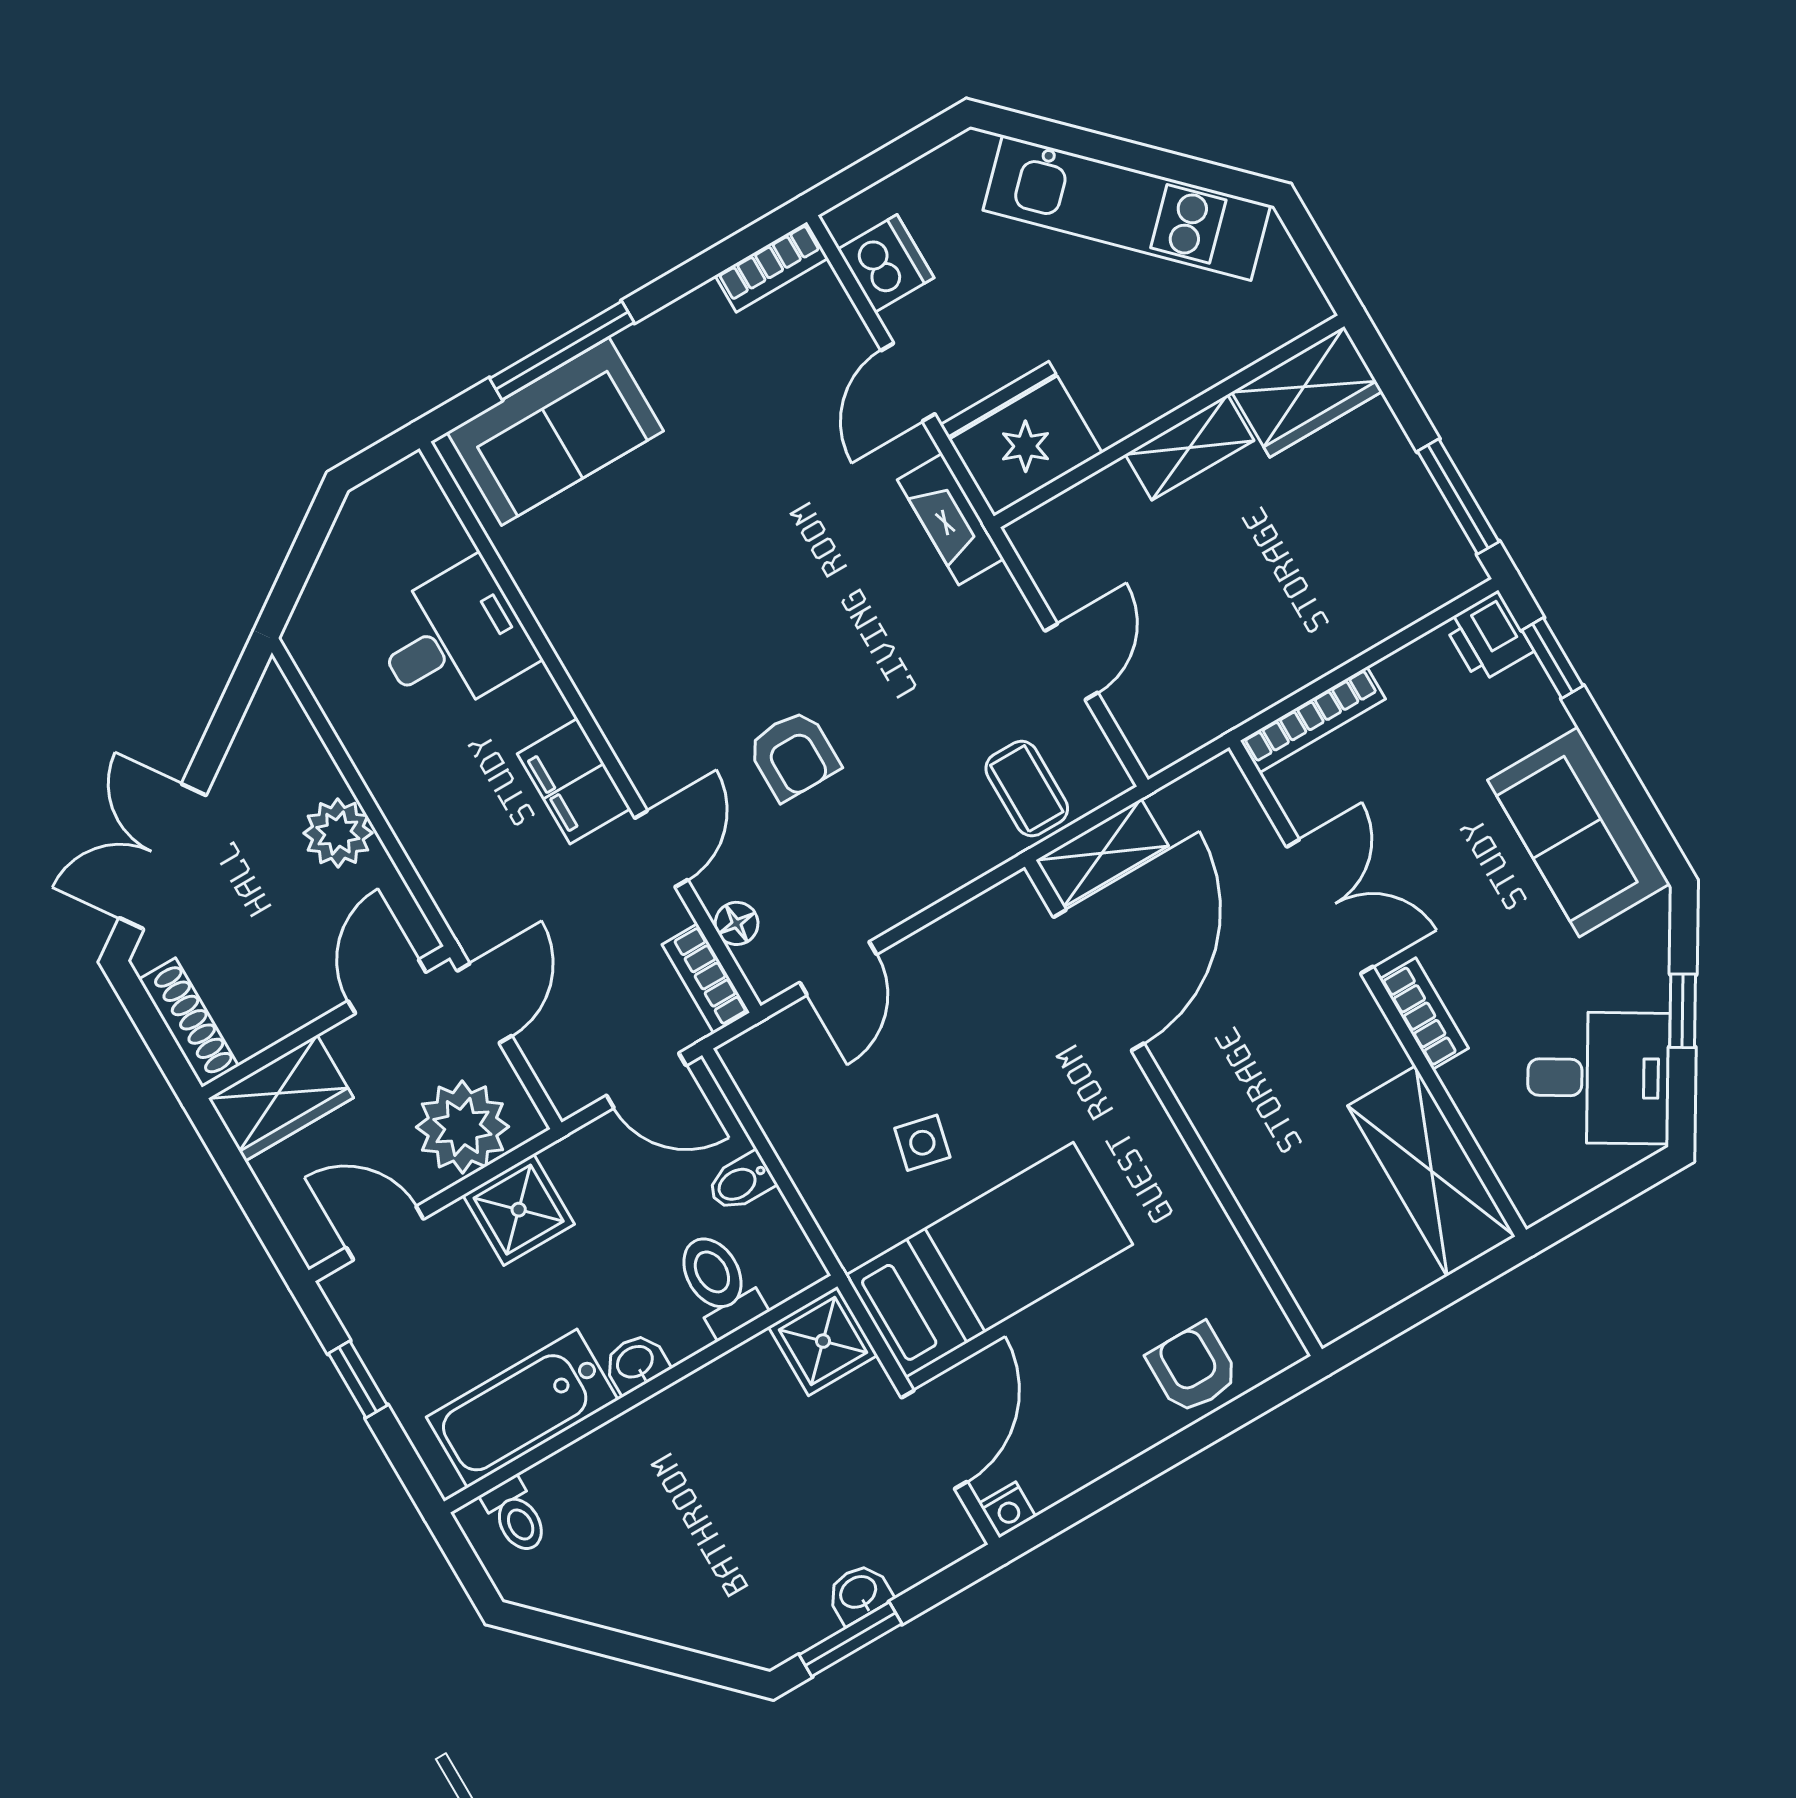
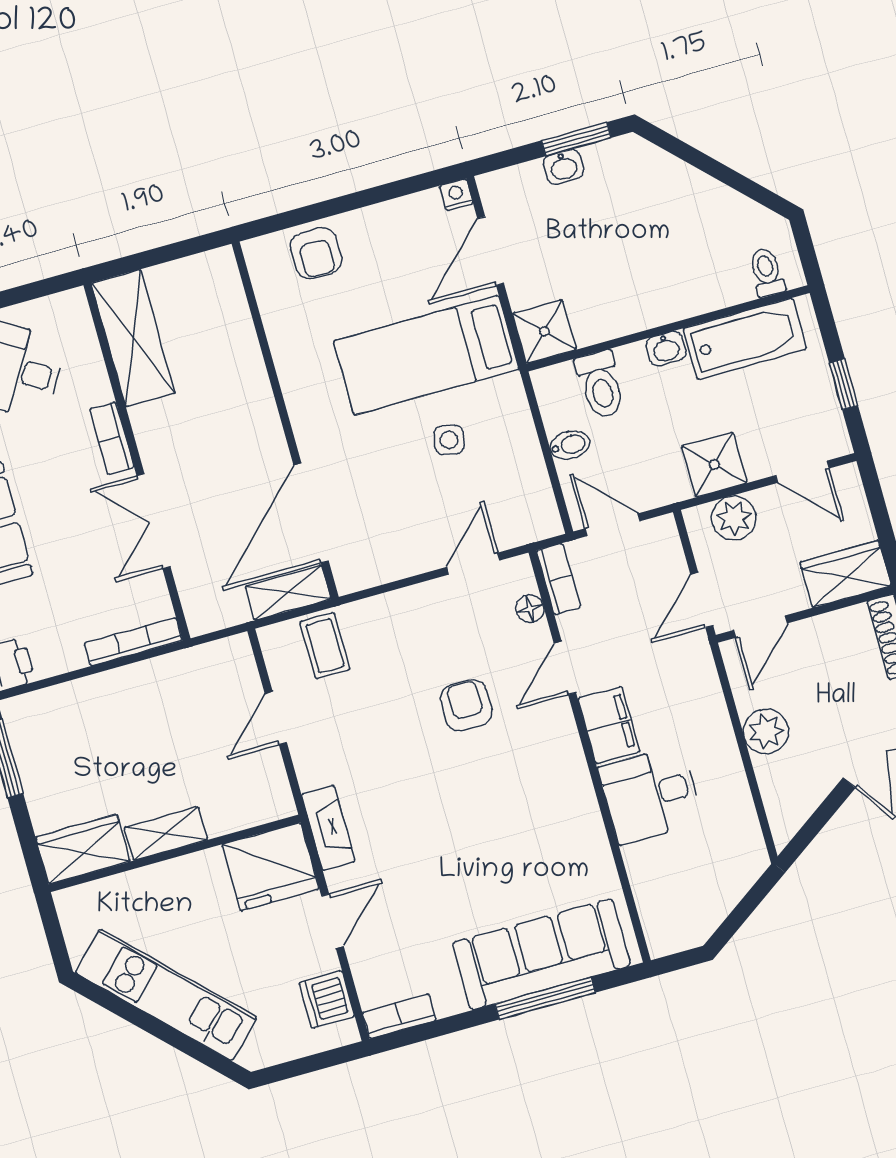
sofa: (555, 432) -> (541, 954), width x1.36
desk: (453, 640) -> (650, 795), moved
plant: (462, 1127) -> (734, 518), width x0.73, depth x0.73

